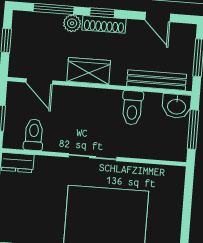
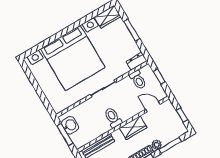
washbasin: (177, 106) -> (70, 125), moved, turned 90
toilet: (132, 108) -> (113, 118), moved

